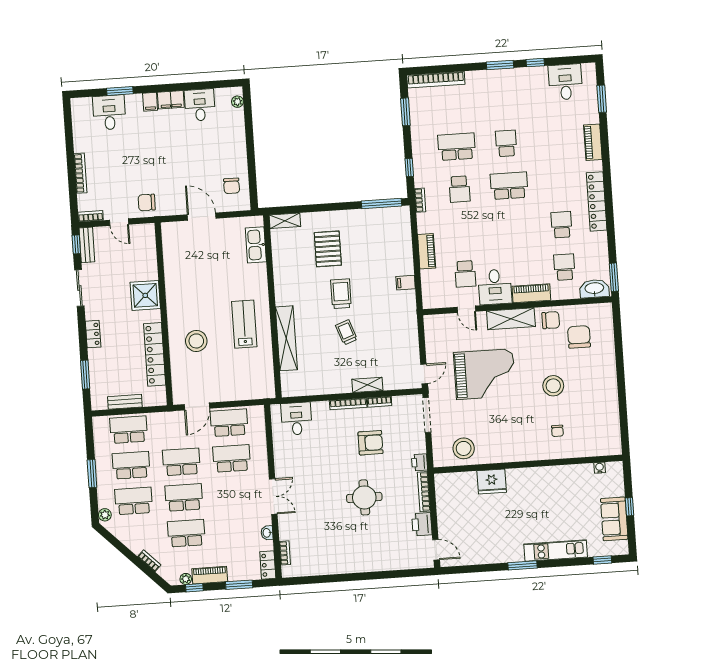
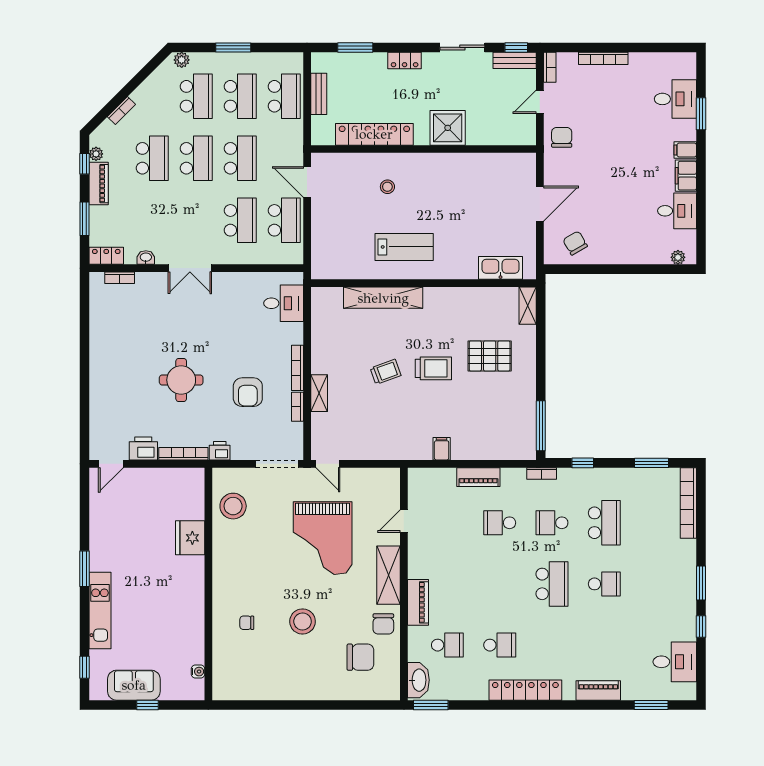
chair: (232, 186) -> (575, 243), turned 60
school desk: (465, 274) -> (500, 523), moved
desk: (495, 287) -> (429, 558), removed
stool: (196, 341) -> (387, 187), width x0.53, depth x0.53

